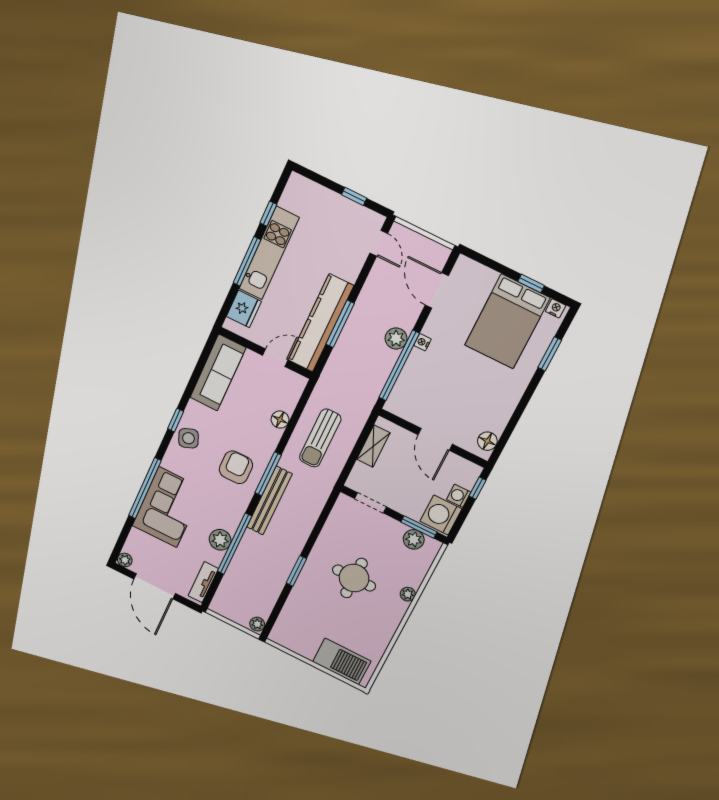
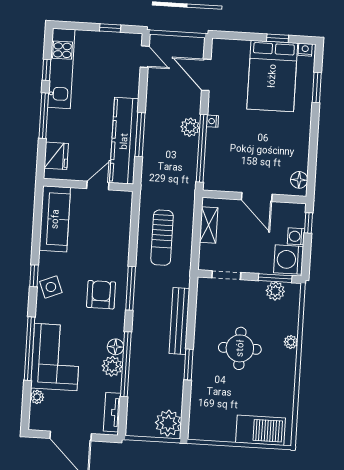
kitchen unit: (269, 253) -> (61, 68), moved
floor lamp: (280, 420) -> (115, 347), moved
bench: (269, 501) -> (179, 321), moved
plant: (125, 560) -> (37, 397), moved
plant: (257, 624) -> (168, 423), width x1.88, depth x1.88

